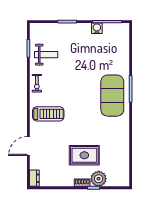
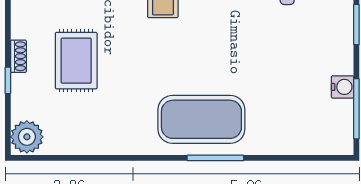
plant: (99, 179) -> (27, 137), moved

